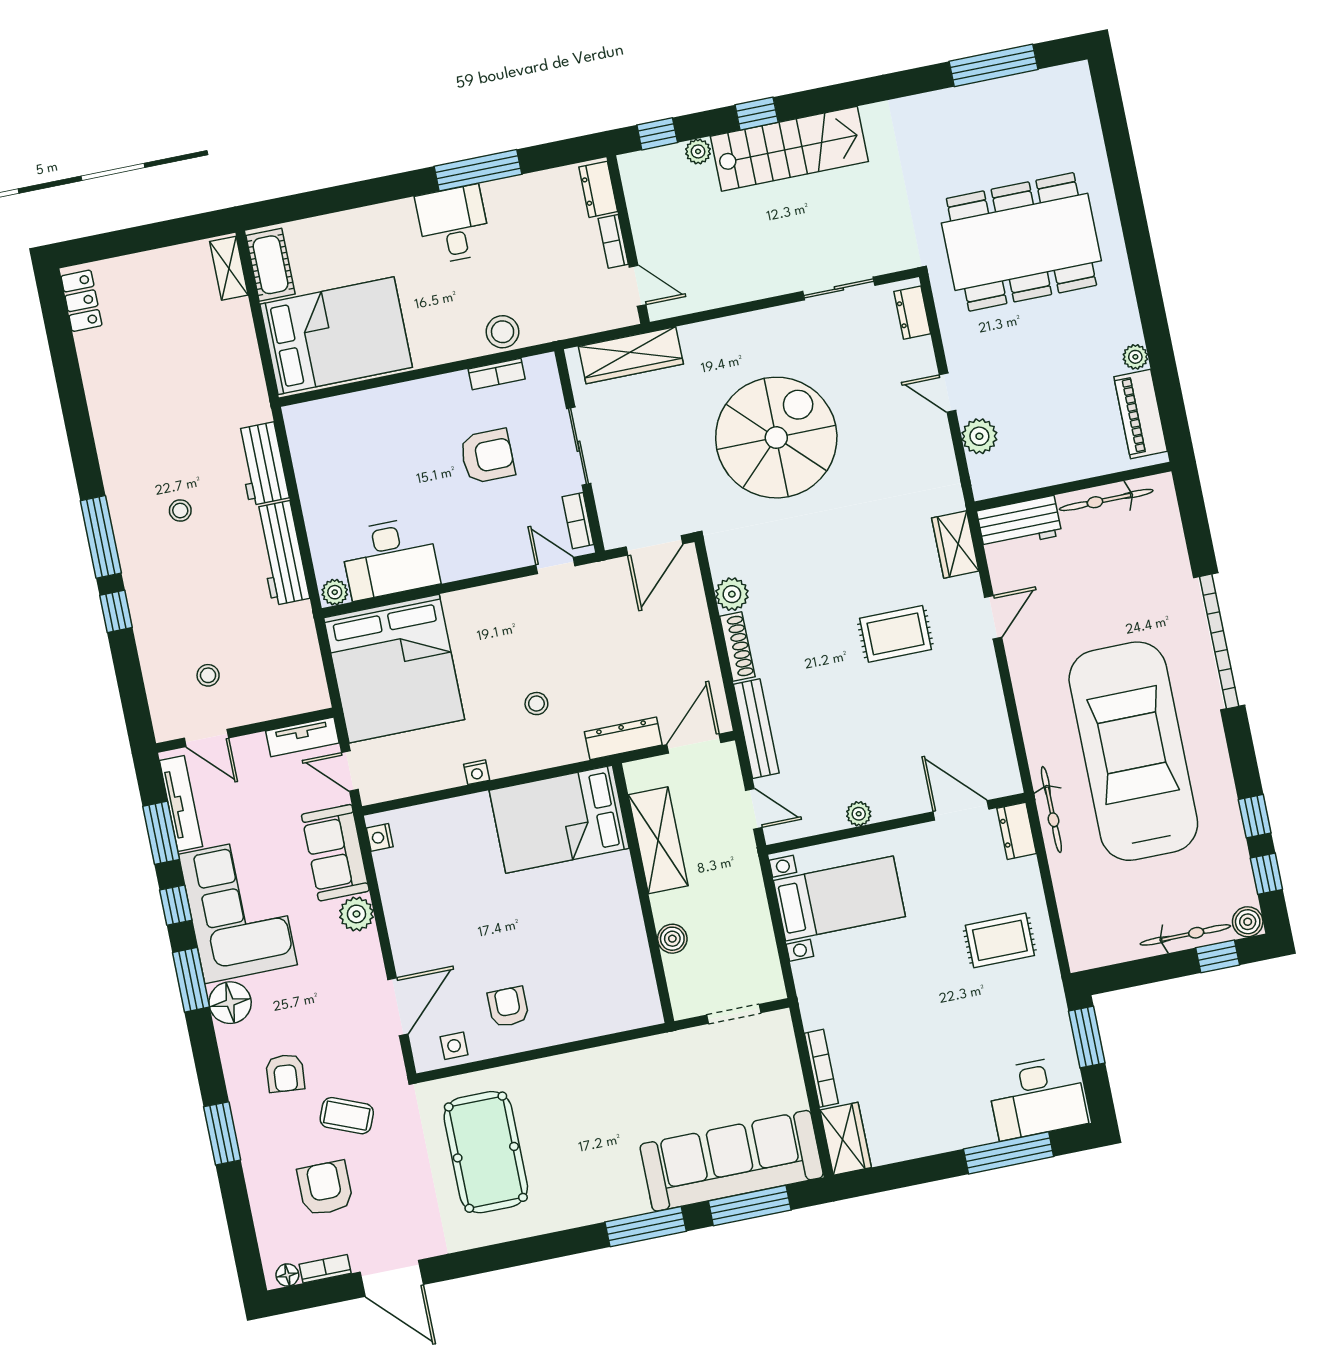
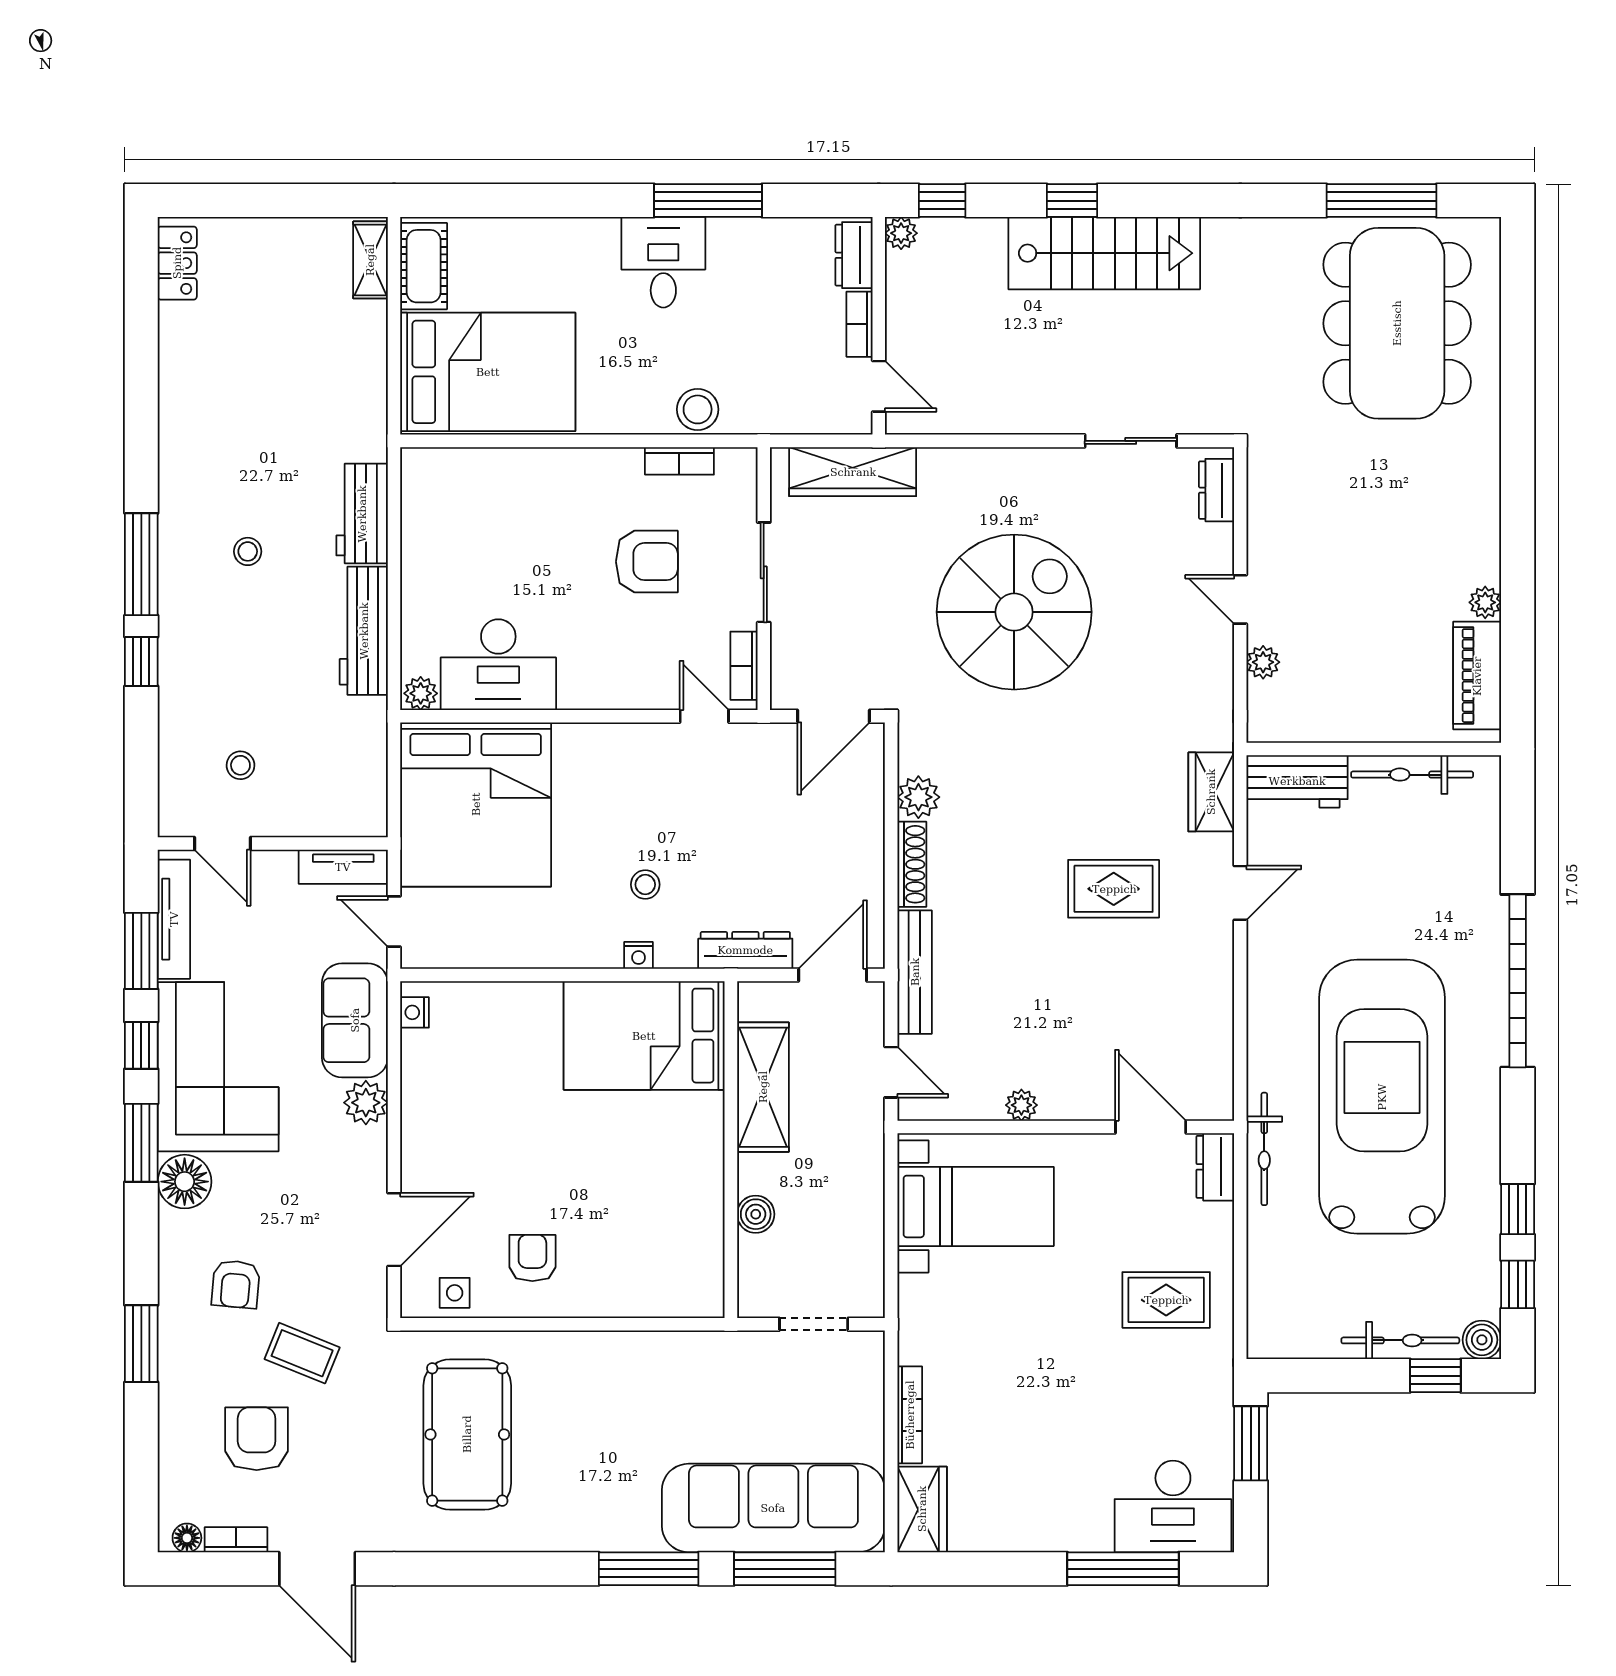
plant: (698, 151) -> (901, 233), moved
dining table: (1021, 242) -> (1397, 323), moved, turned 90
plant: (979, 436) -> (1263, 662), width x0.73, depth x0.73
nightstand: (477, 772) -> (639, 955), moved

